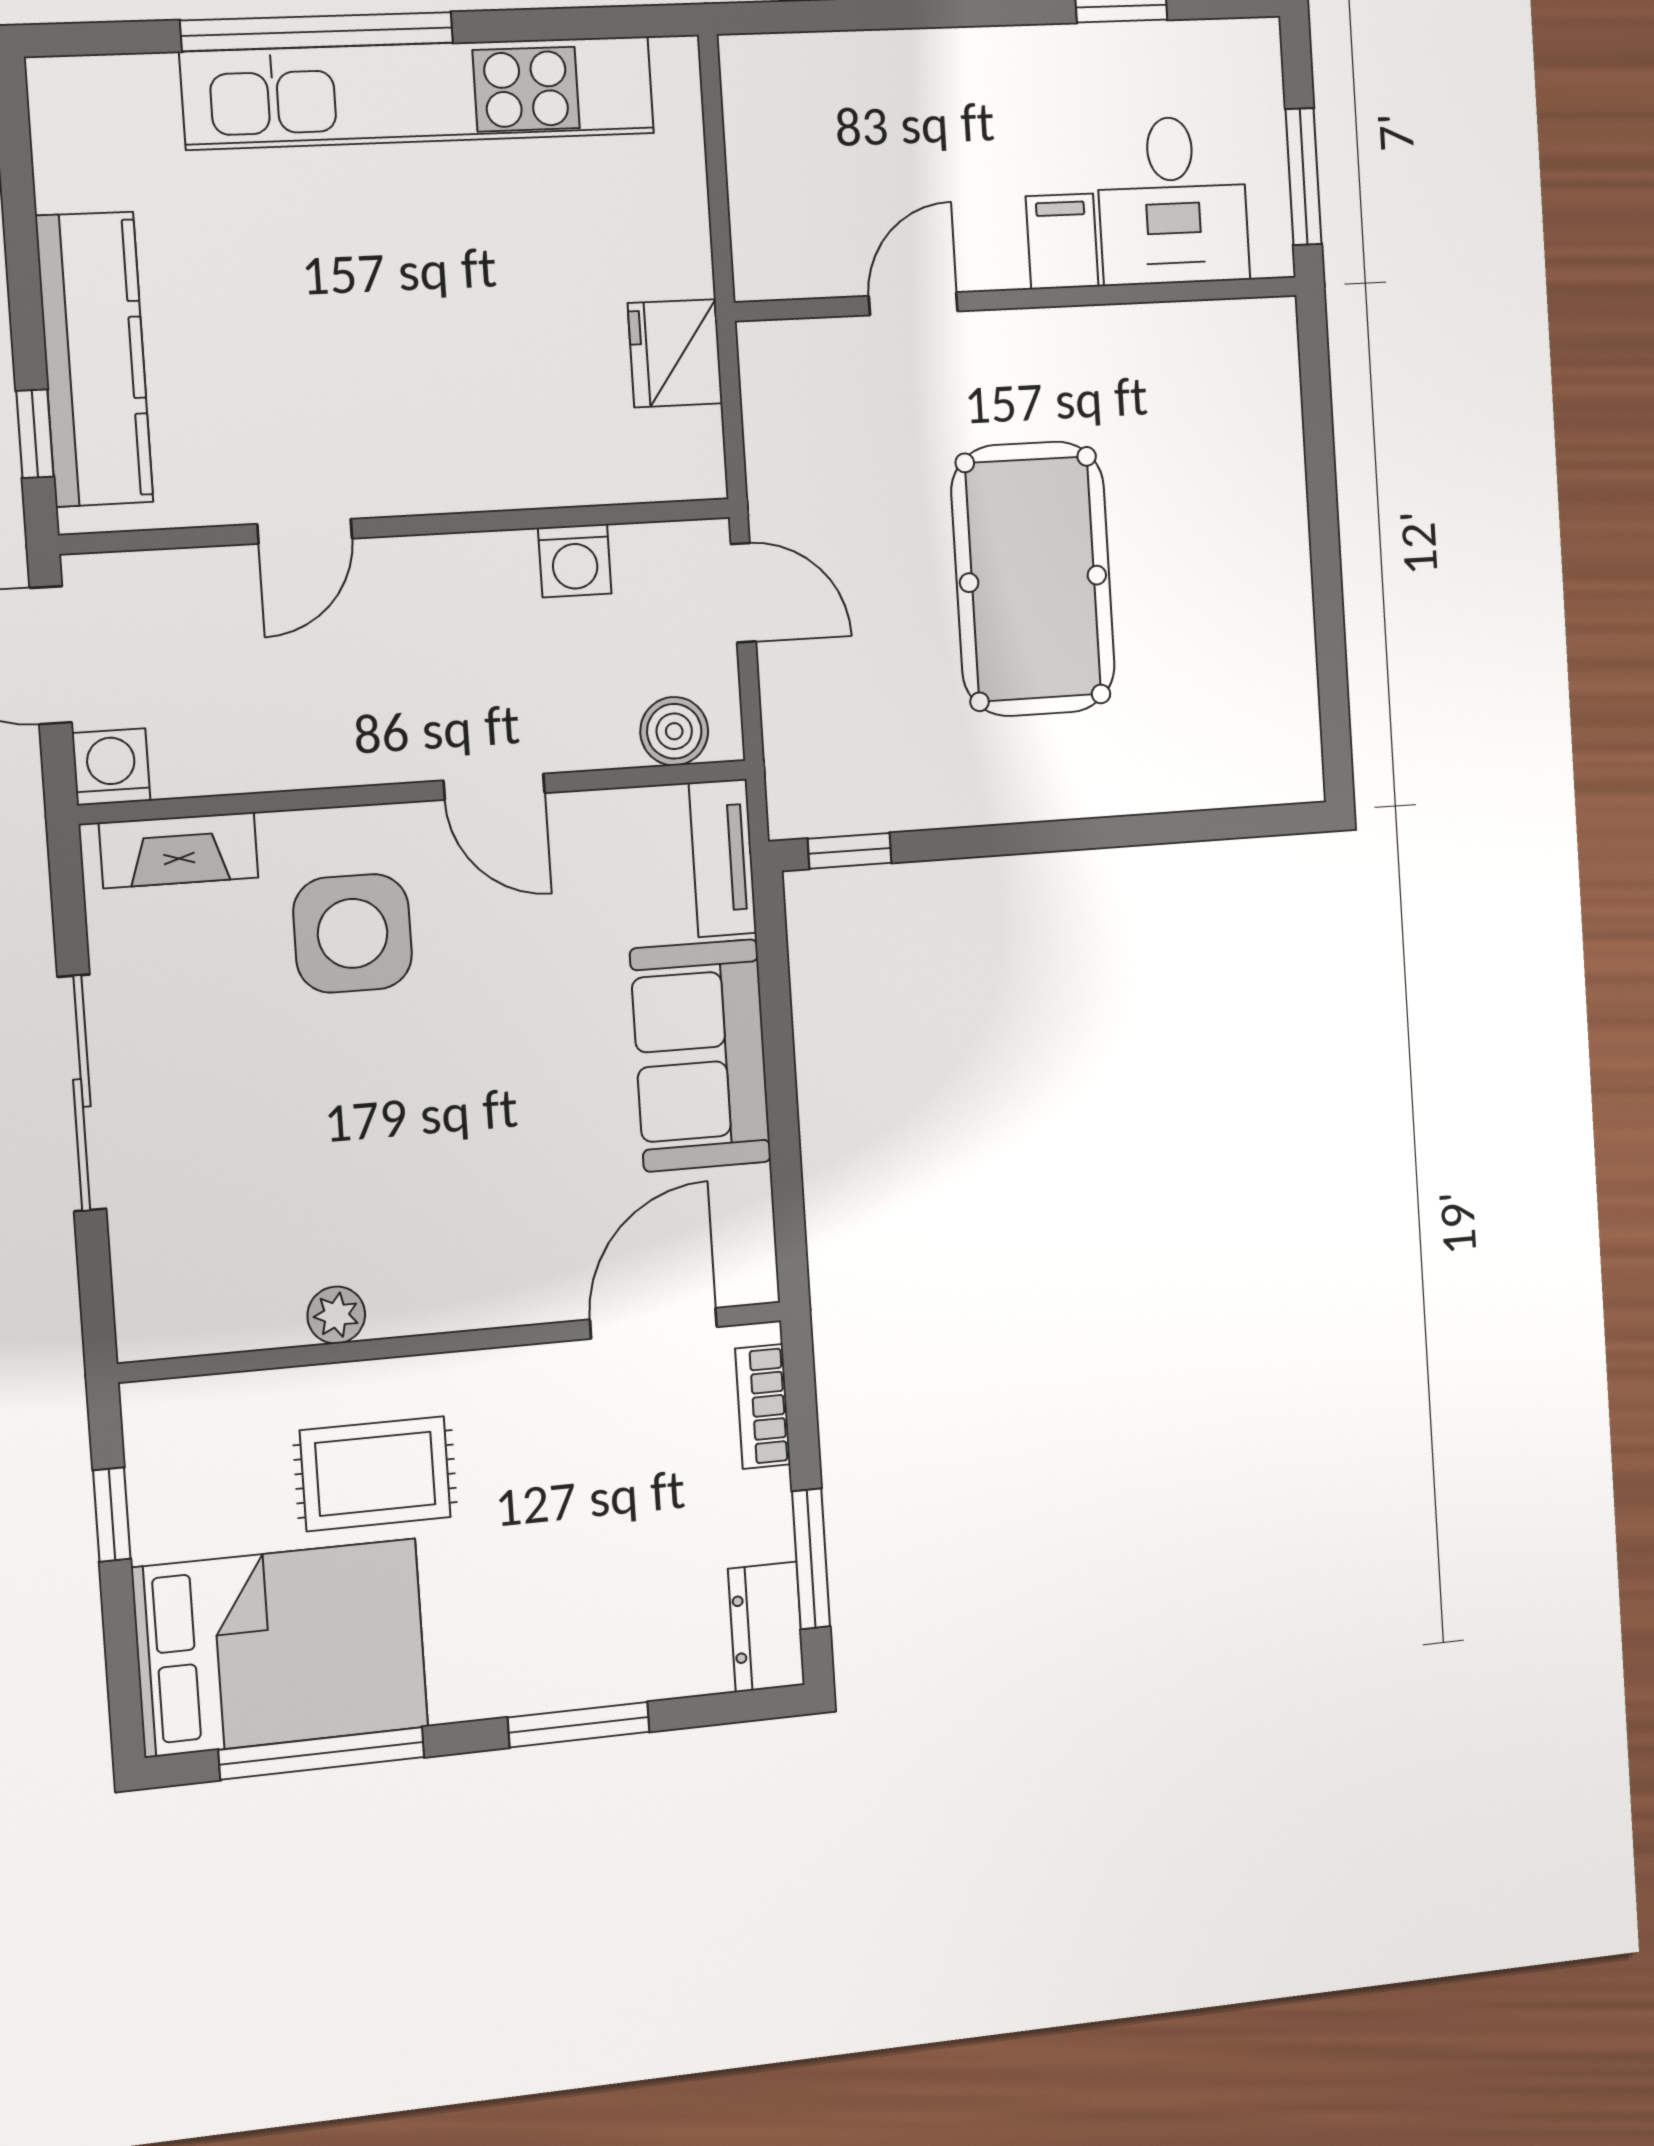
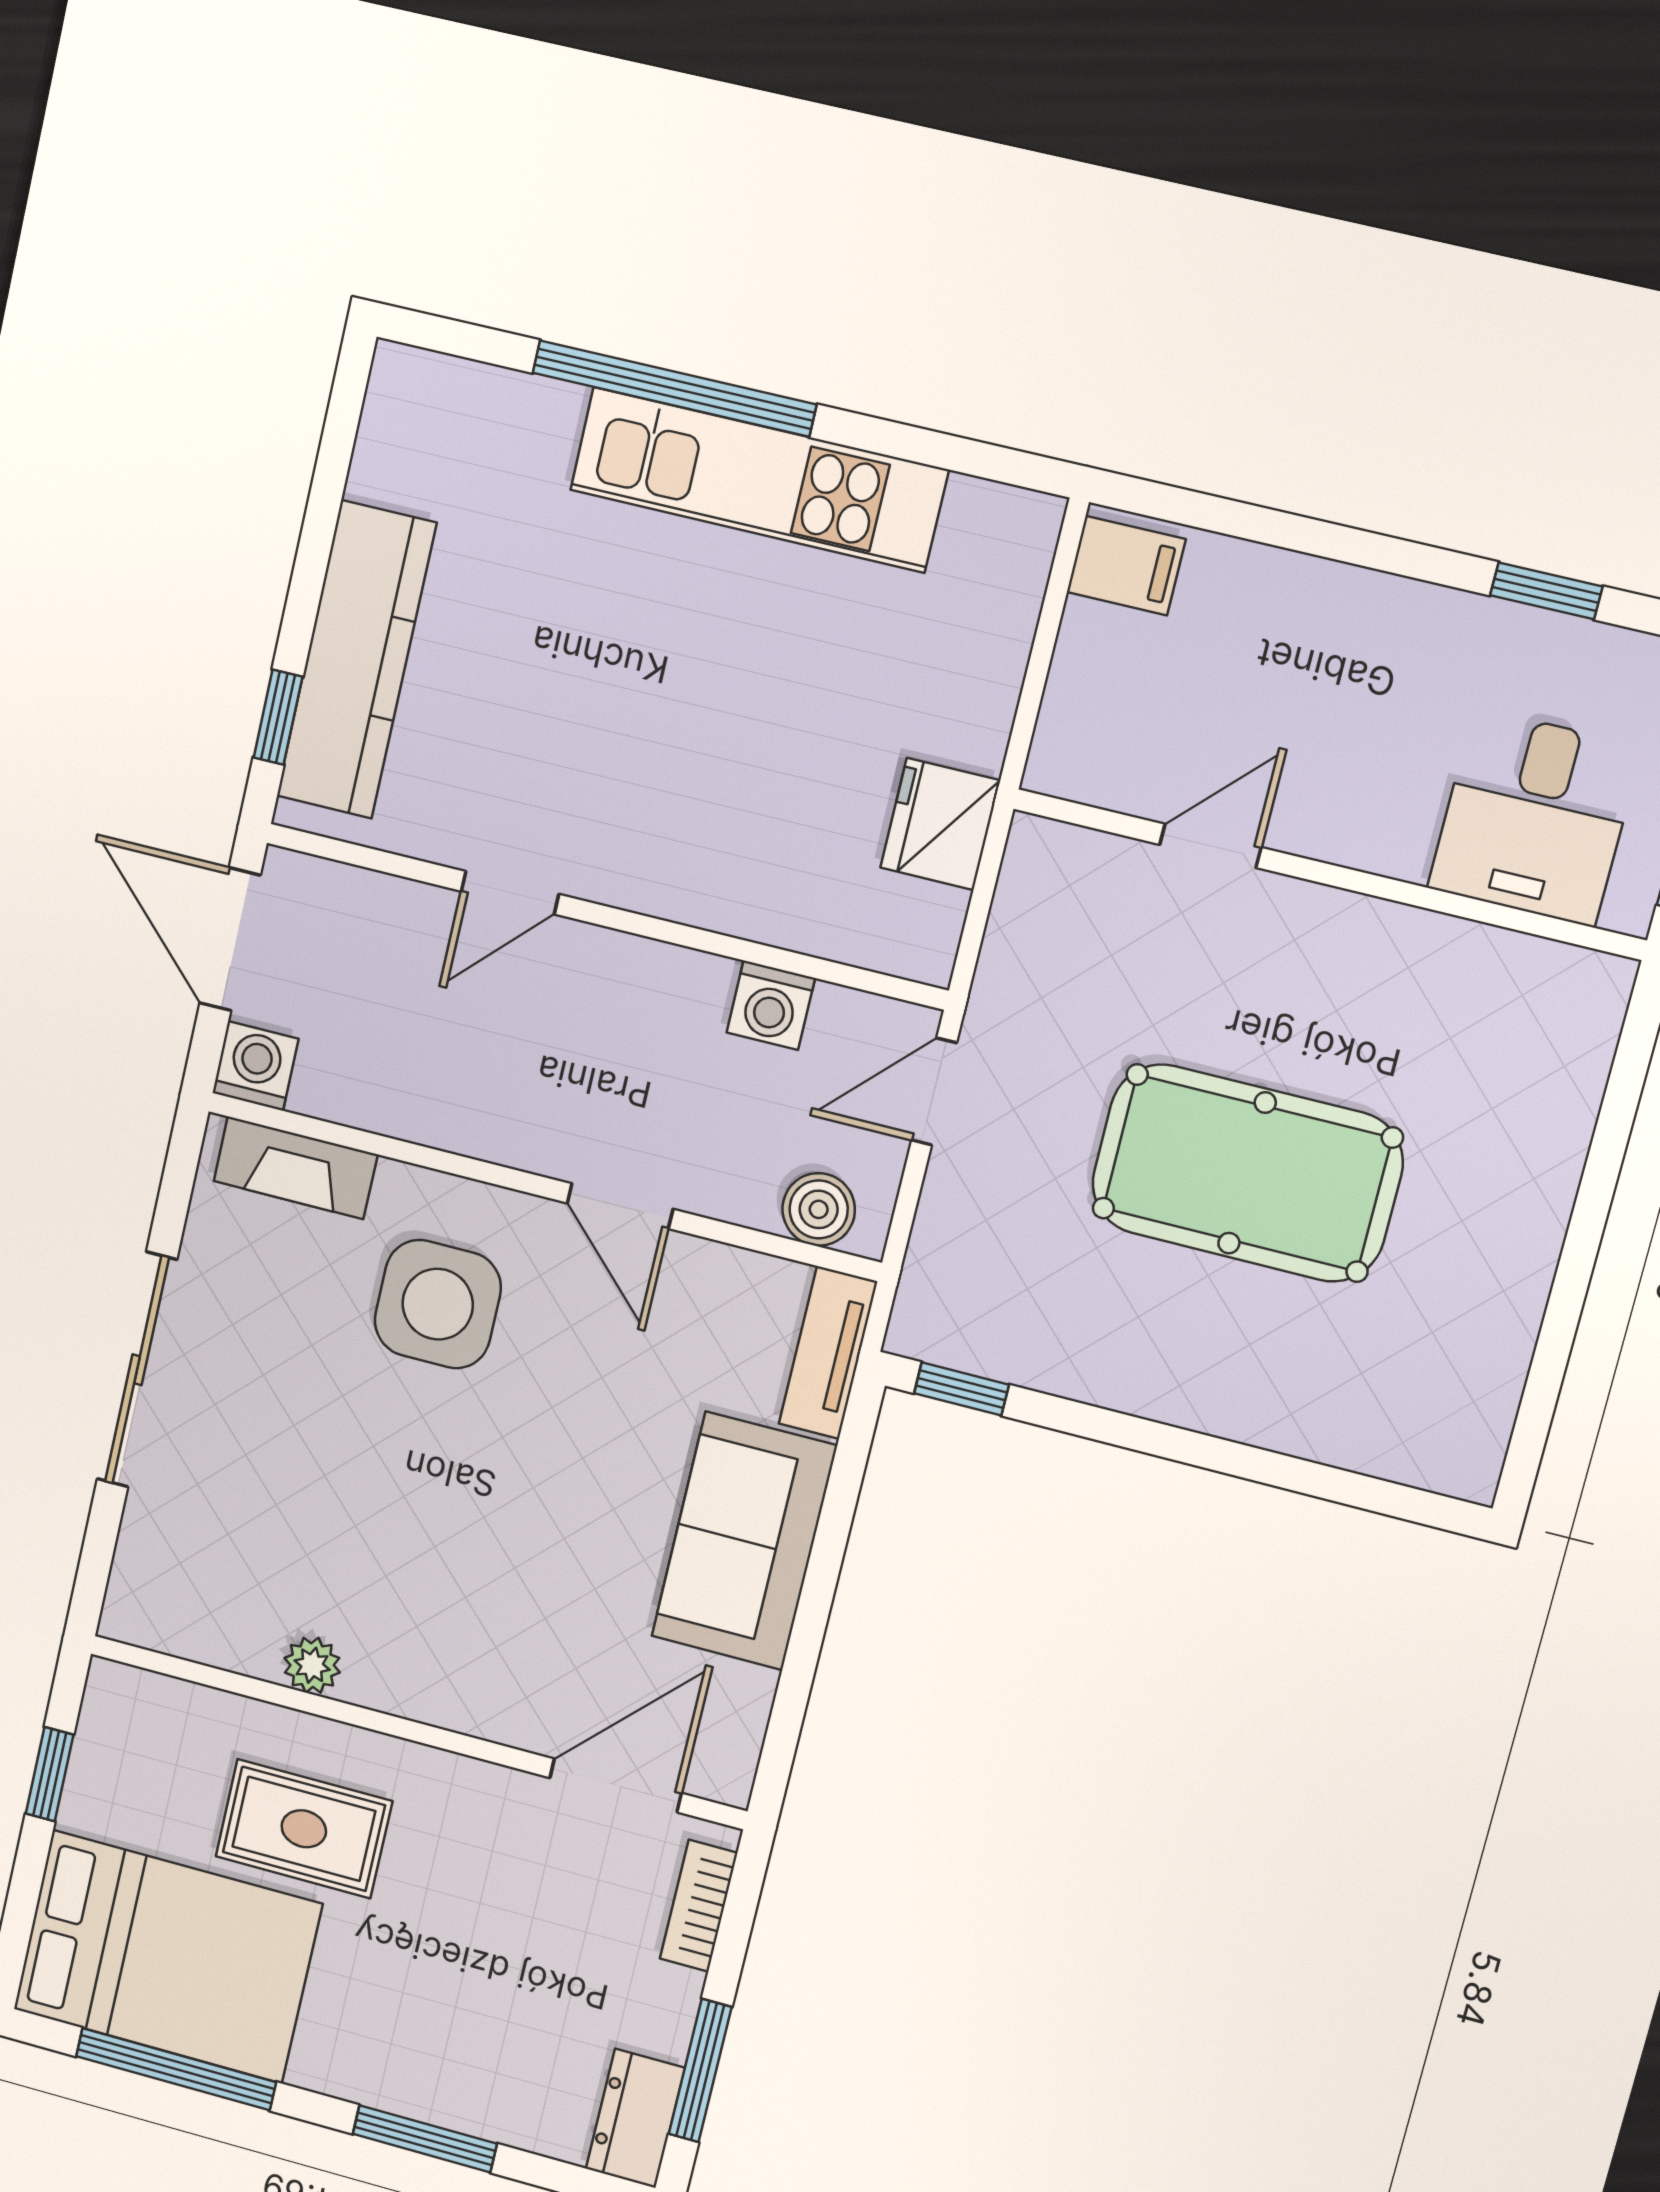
kitchen unit: (419, 93) -> (759, 480), width x0.73
filing cabinet: (1062, 241) -> (1126, 566), moved, turned 90
pool table: (1033, 579) -> (1247, 1173), turned 90
door: (743, 593) -> (934, 1092), swing flipped

